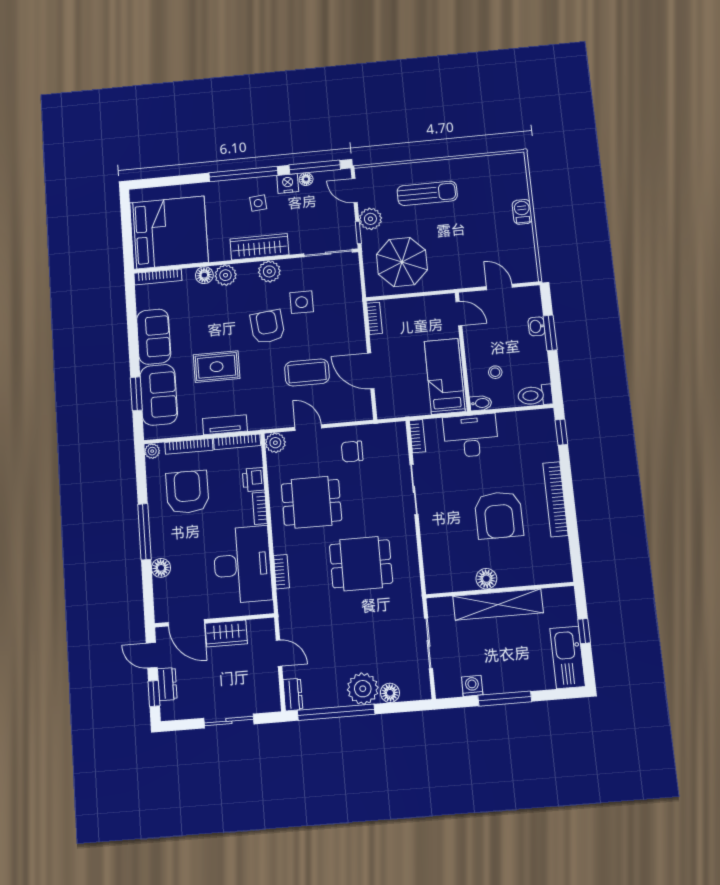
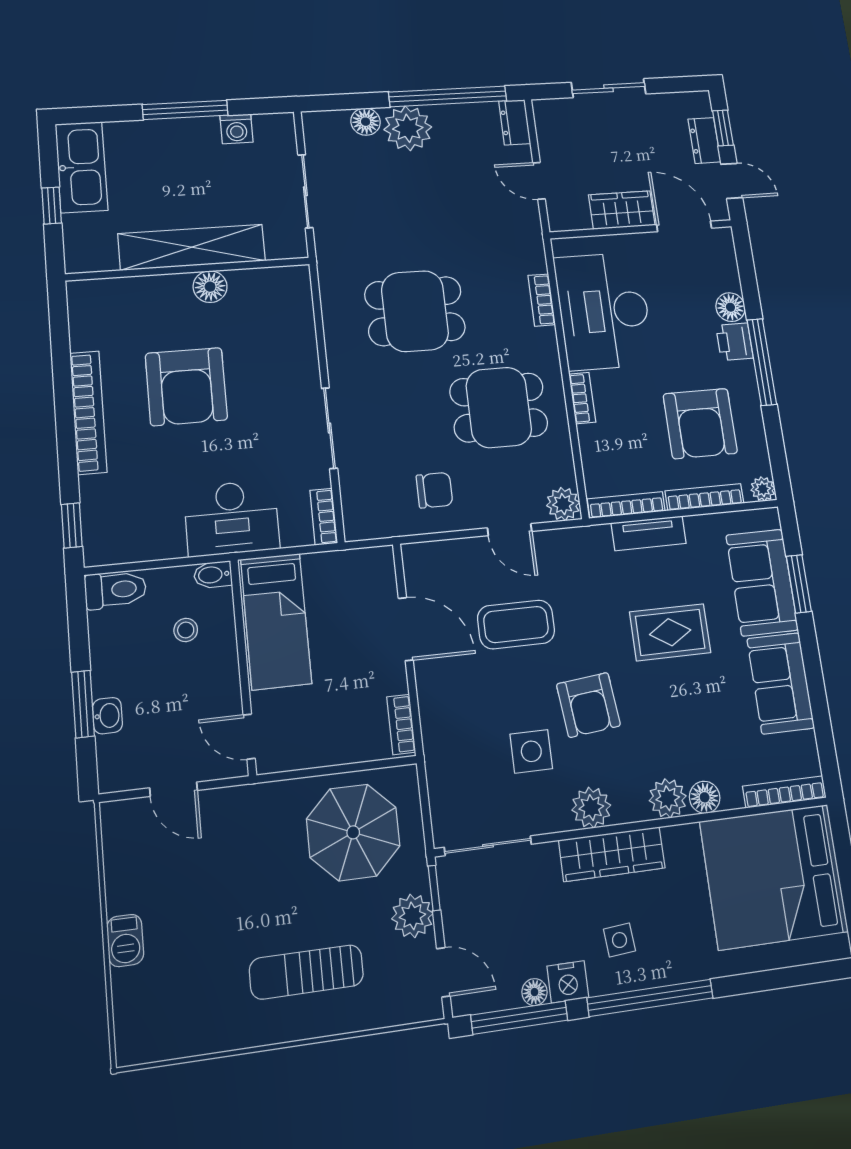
printer: (253, 480) -> (734, 342), moved, turned 180
armchair: (499, 515) -> (186, 387), turned 180

